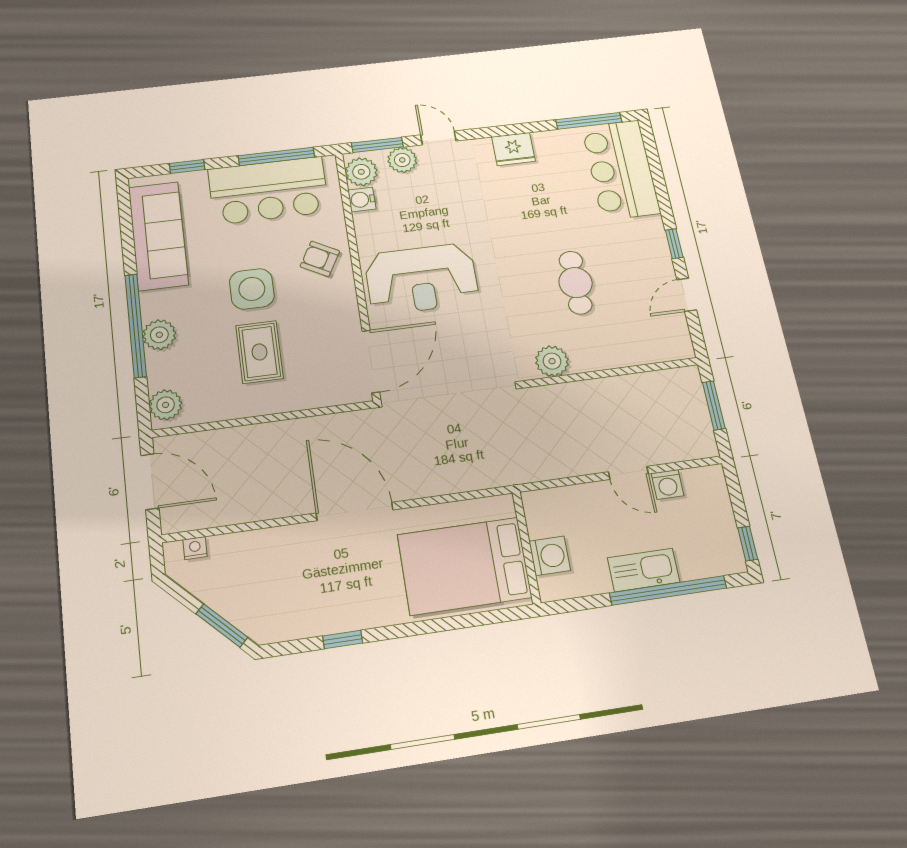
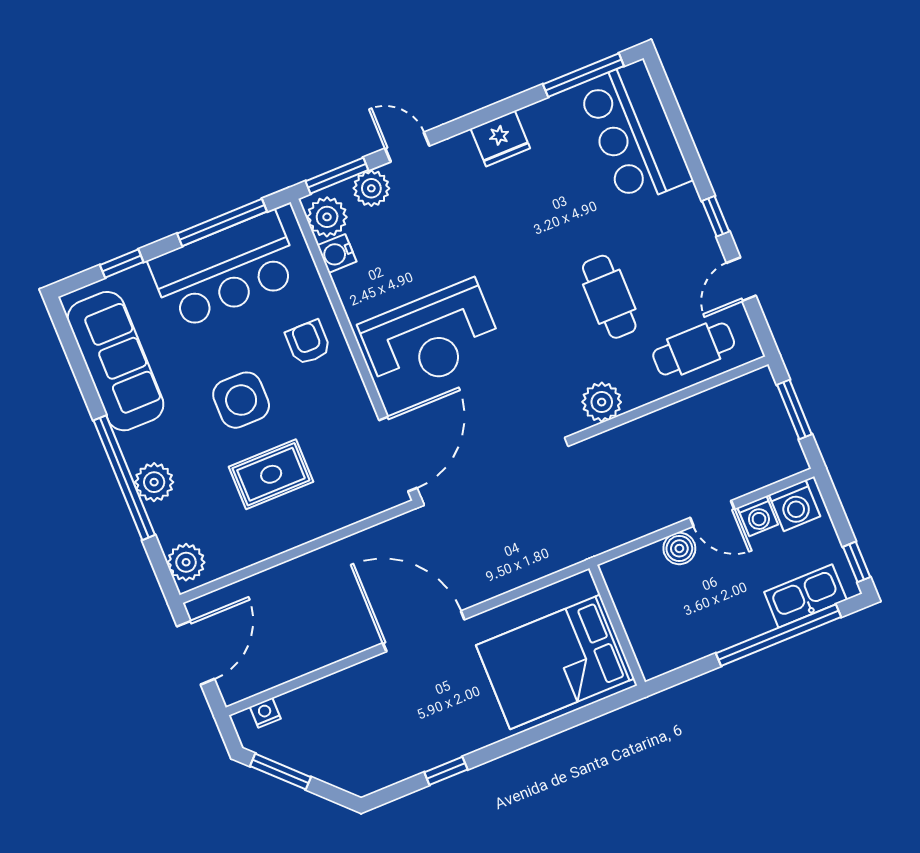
armchair: (320, 259) -> (308, 342), turned 61
cafe table: (637, 338) -> (694, 349), added
rug: (260, 352) -> (271, 474), turned 90
door: (150, 482) -> (196, 653), hinge flipped
boiler: (594, 495) -> (679, 548), added
washing machine: (550, 556) -> (795, 506), moved, turned 90
kitchen sink: (644, 570) -> (805, 596), moved
window: (222, 626) -> (281, 772), moved

